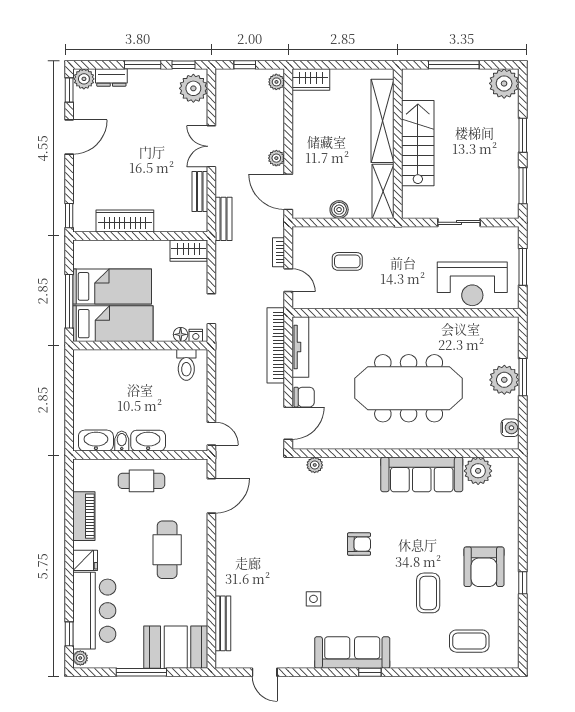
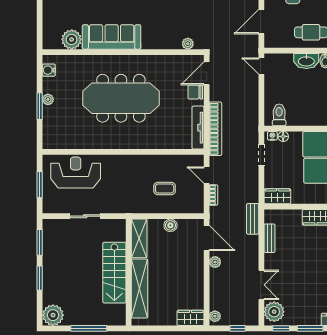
double door: (211, 146) -> (261, 285), moved
plant: (504, 380) -> (48, 99), width x0.53, depth x0.53

